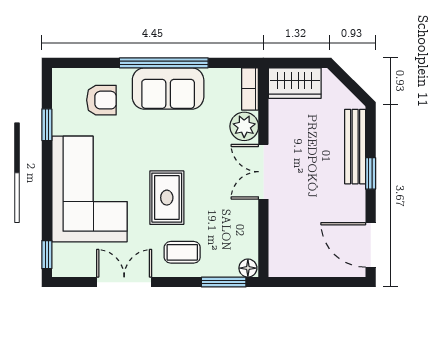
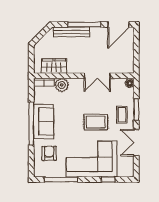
wardrobe: (295, 83) -> (54, 66), moved, turned -90
window: (47, 125) -> (61, 180), width x2.17
double door: (263, 172) -> (97, 76), moved
window: (371, 173) -> (84, 25), width x2.17
window: (47, 255) -> (108, 180), moved
window: (224, 282) -> (136, 109), moved

